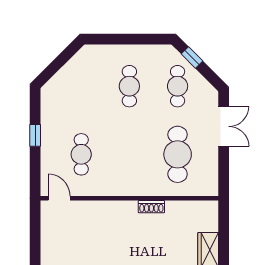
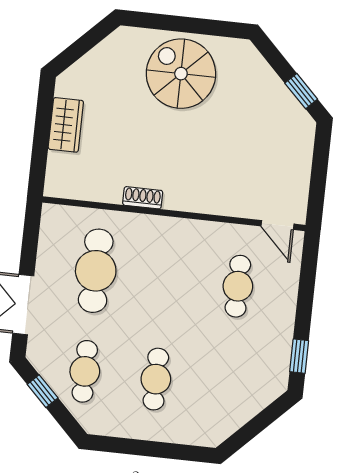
window: (192, 57) -> (43, 391), moved
window: (35, 135) -> (299, 356), moved

